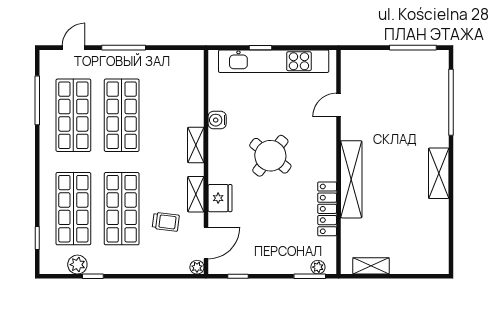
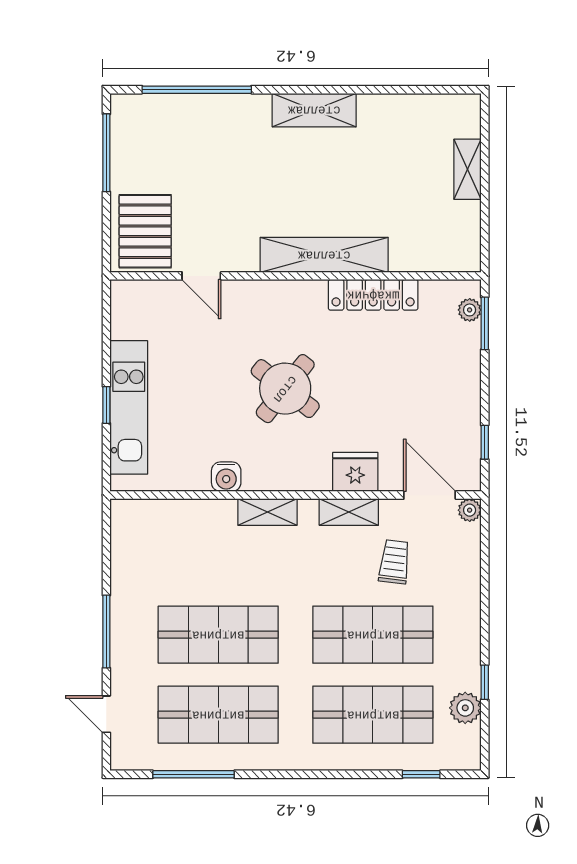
kitchen unit: (274, 61) -> (129, 407), width x0.73
pallet: (365, 71) -> (145, 231), added
shelving: (371, 266) -> (468, 169), moved

